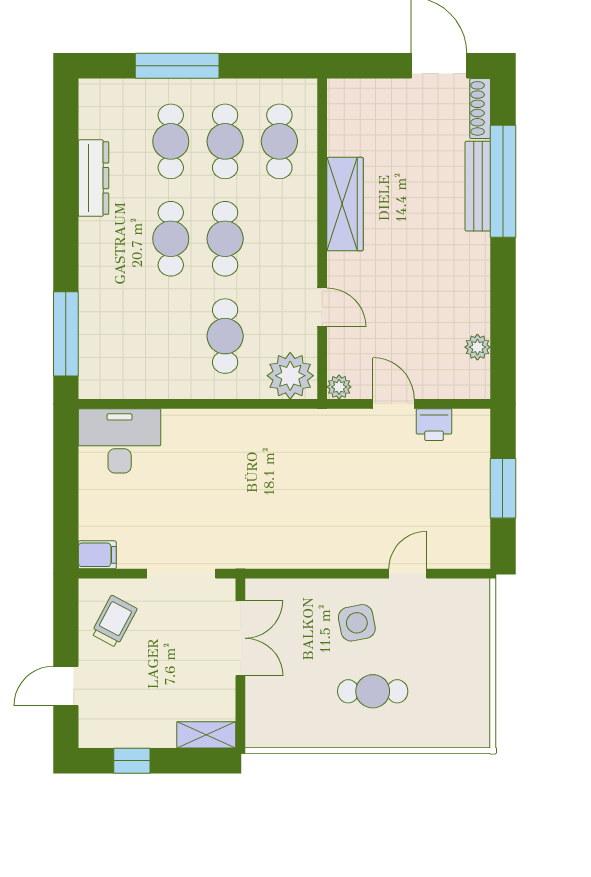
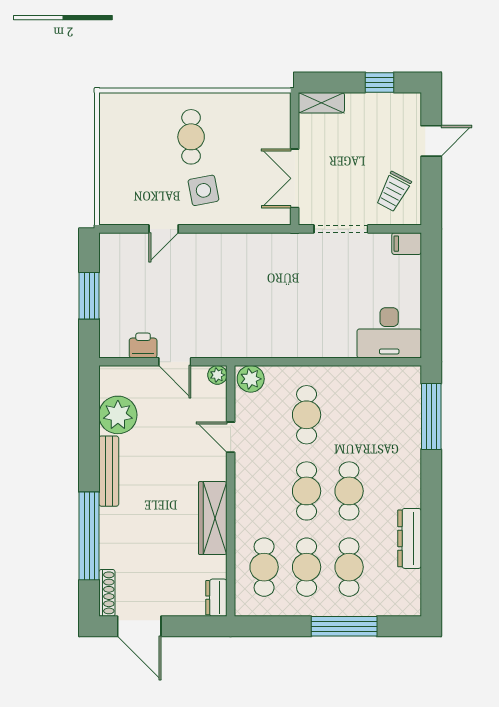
dresser: (340, 102) -> (216, 598), added
bench: (478, 186) -> (109, 471), moved
plant: (477, 347) -> (118, 415), width x1.87, depth x1.87
plant: (290, 376) -> (251, 379), width x0.73, depth x0.73
cafe table: (373, 691) -> (191, 137), turned 90

